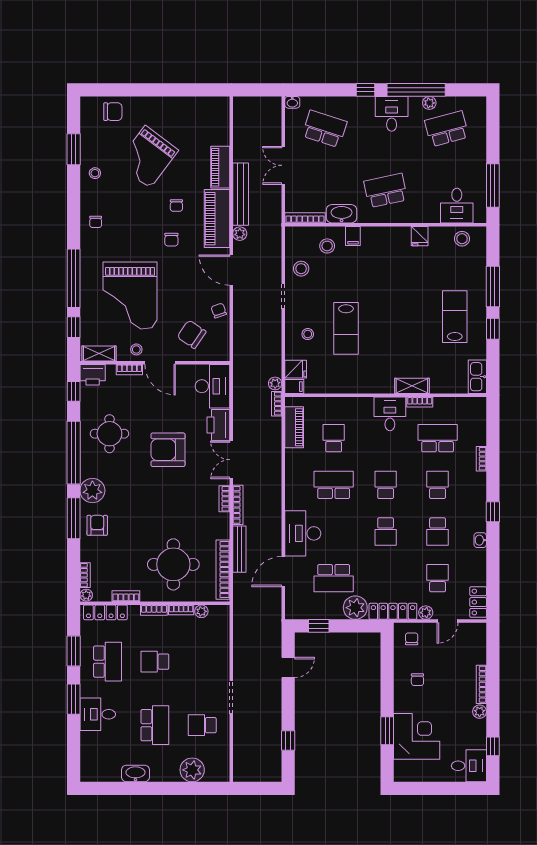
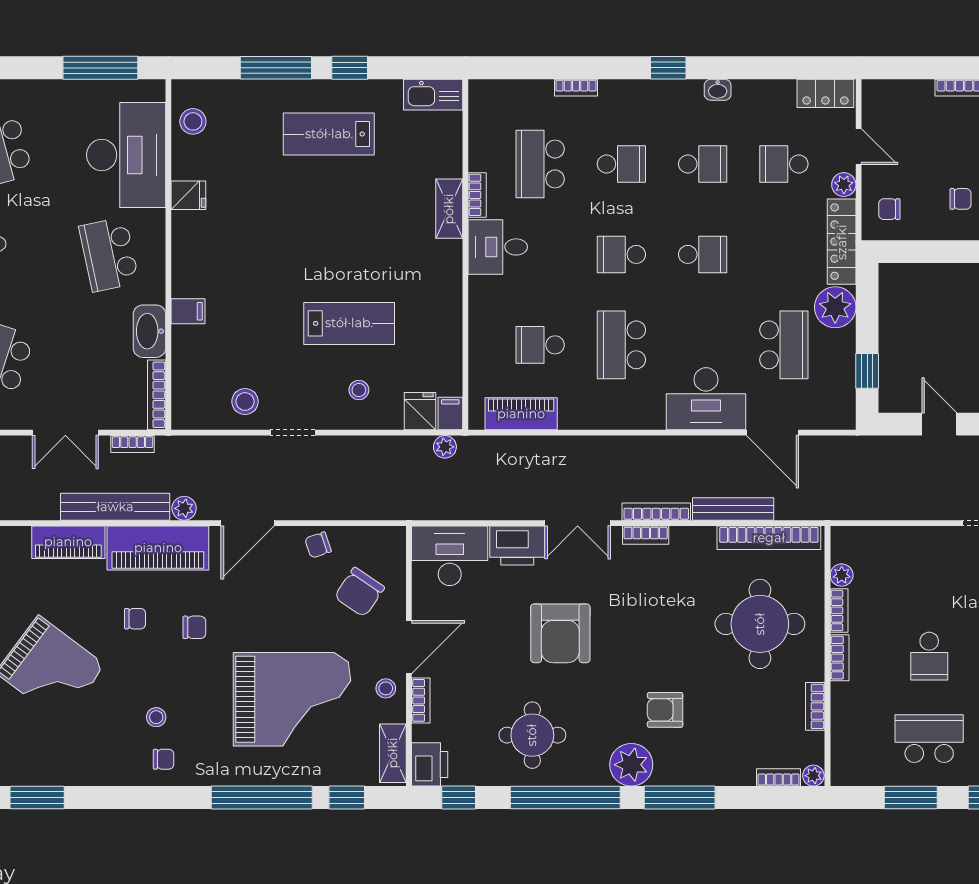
stool: (95, 173) -> (156, 717), moved
desk: (457, 206) -> (126, 155), width x1.87, depth x1.30
stool: (327, 246) -> (206, 356), removed
bookcase: (277, 404) -> (133, 444), moved
school desk: (438, 485) -> (621, 164), turned 180
armchair: (97, 525) -> (665, 710), moved
locker: (105, 612) -> (843, 742), removed

